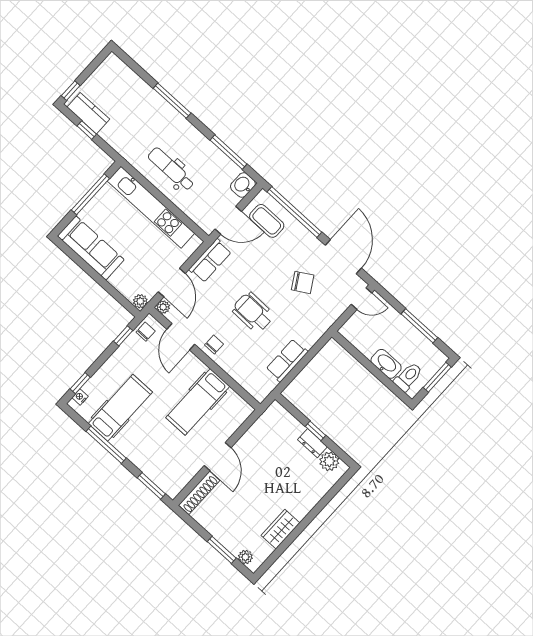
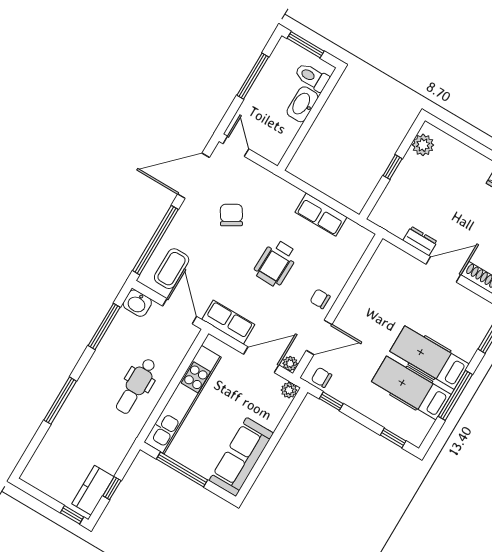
nightstand: (80, 397) -> (408, 435), removed
hospital bed: (198, 402) -> (430, 358), moved, turned 180
dresser: (312, 443) -> (420, 241), moved, turned -90

